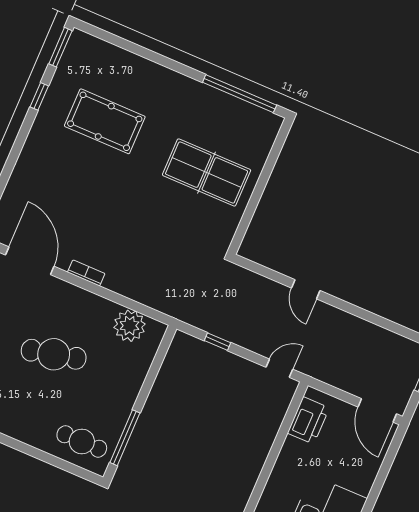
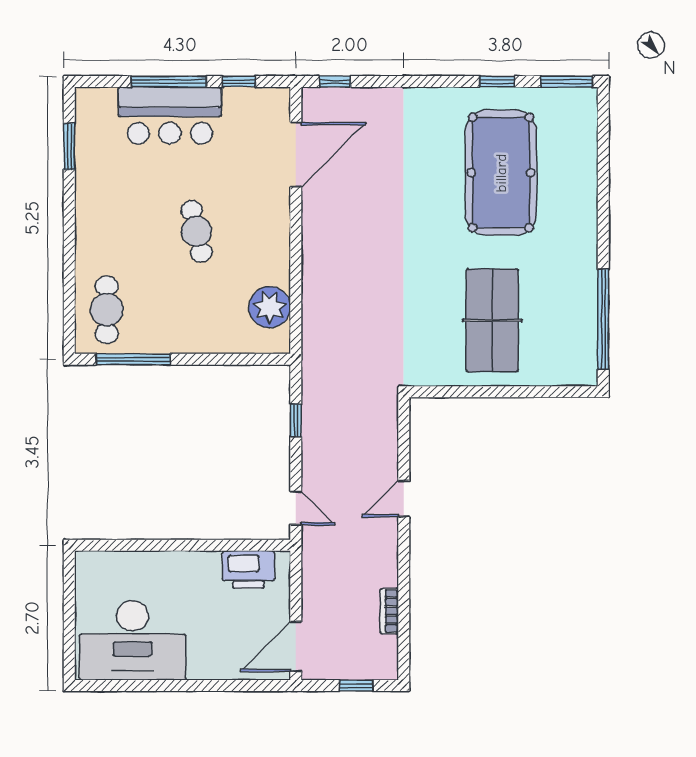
pool table: (105, 121) -> (501, 173), width x1.36, depth x1.32
bookcase: (86, 273) -> (389, 611), moved, turned 180
cafe table: (54, 354) -> (196, 231), width x0.73, depth x0.74

